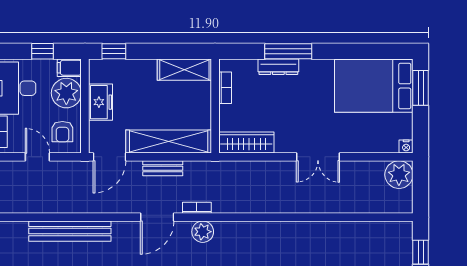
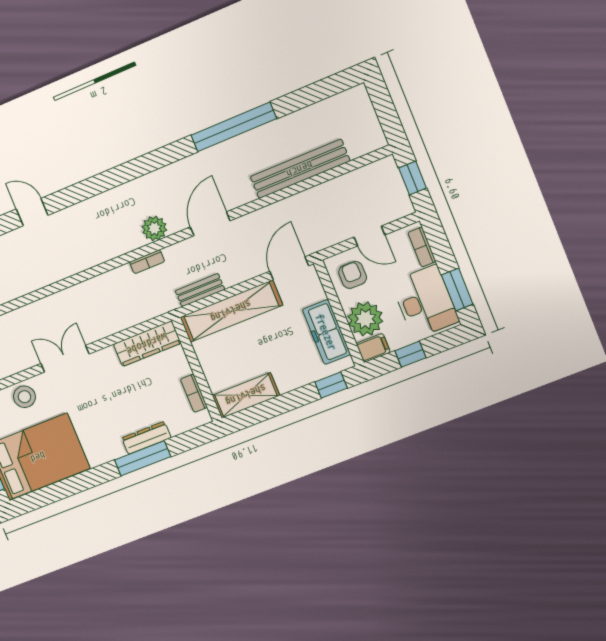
freezer: (101, 102) -> (326, 332), width x1.40
stool: (364, 139) -> (24, 397), added
bench: (163, 168) -> (200, 290), moved
bookcase: (197, 208) -> (147, 262), moved

